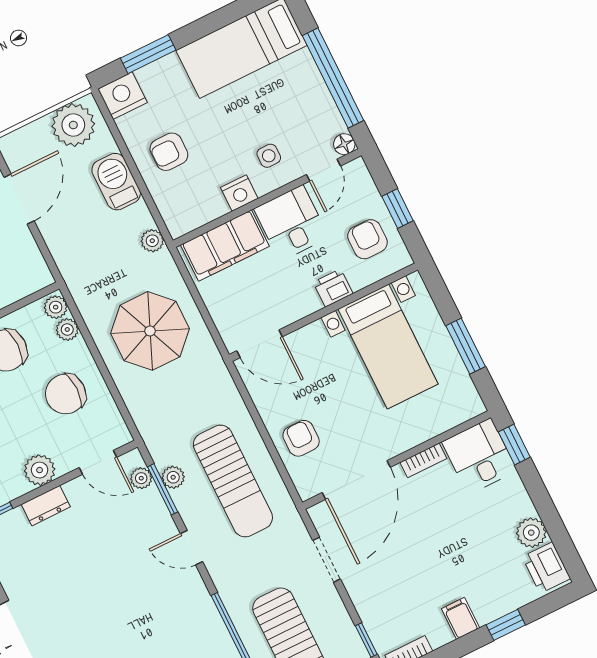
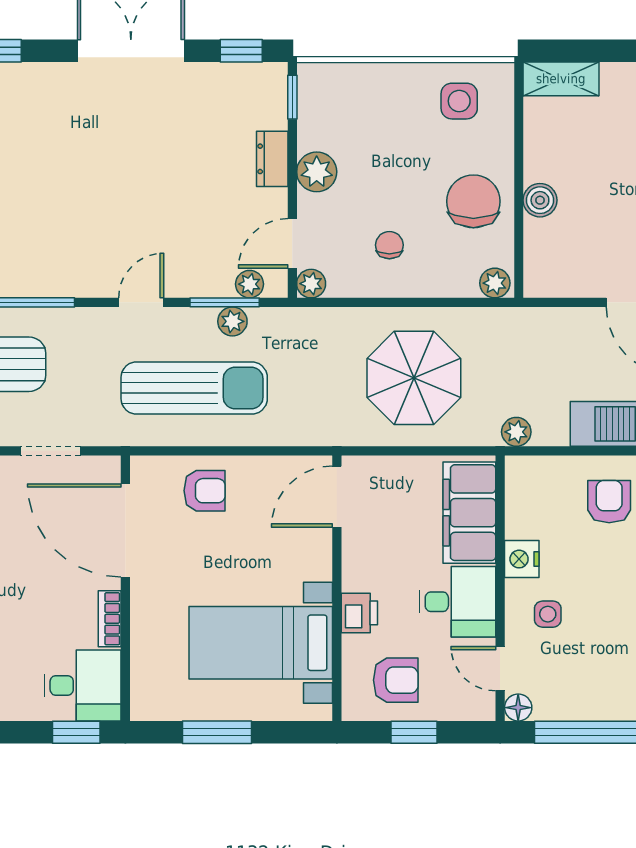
plant: (67, 330) -> (311, 284), moved
chair: (66, 394) -> (389, 245), width x0.54, depth x0.54
sun lounger: (233, 481) -> (194, 388), turned 180

